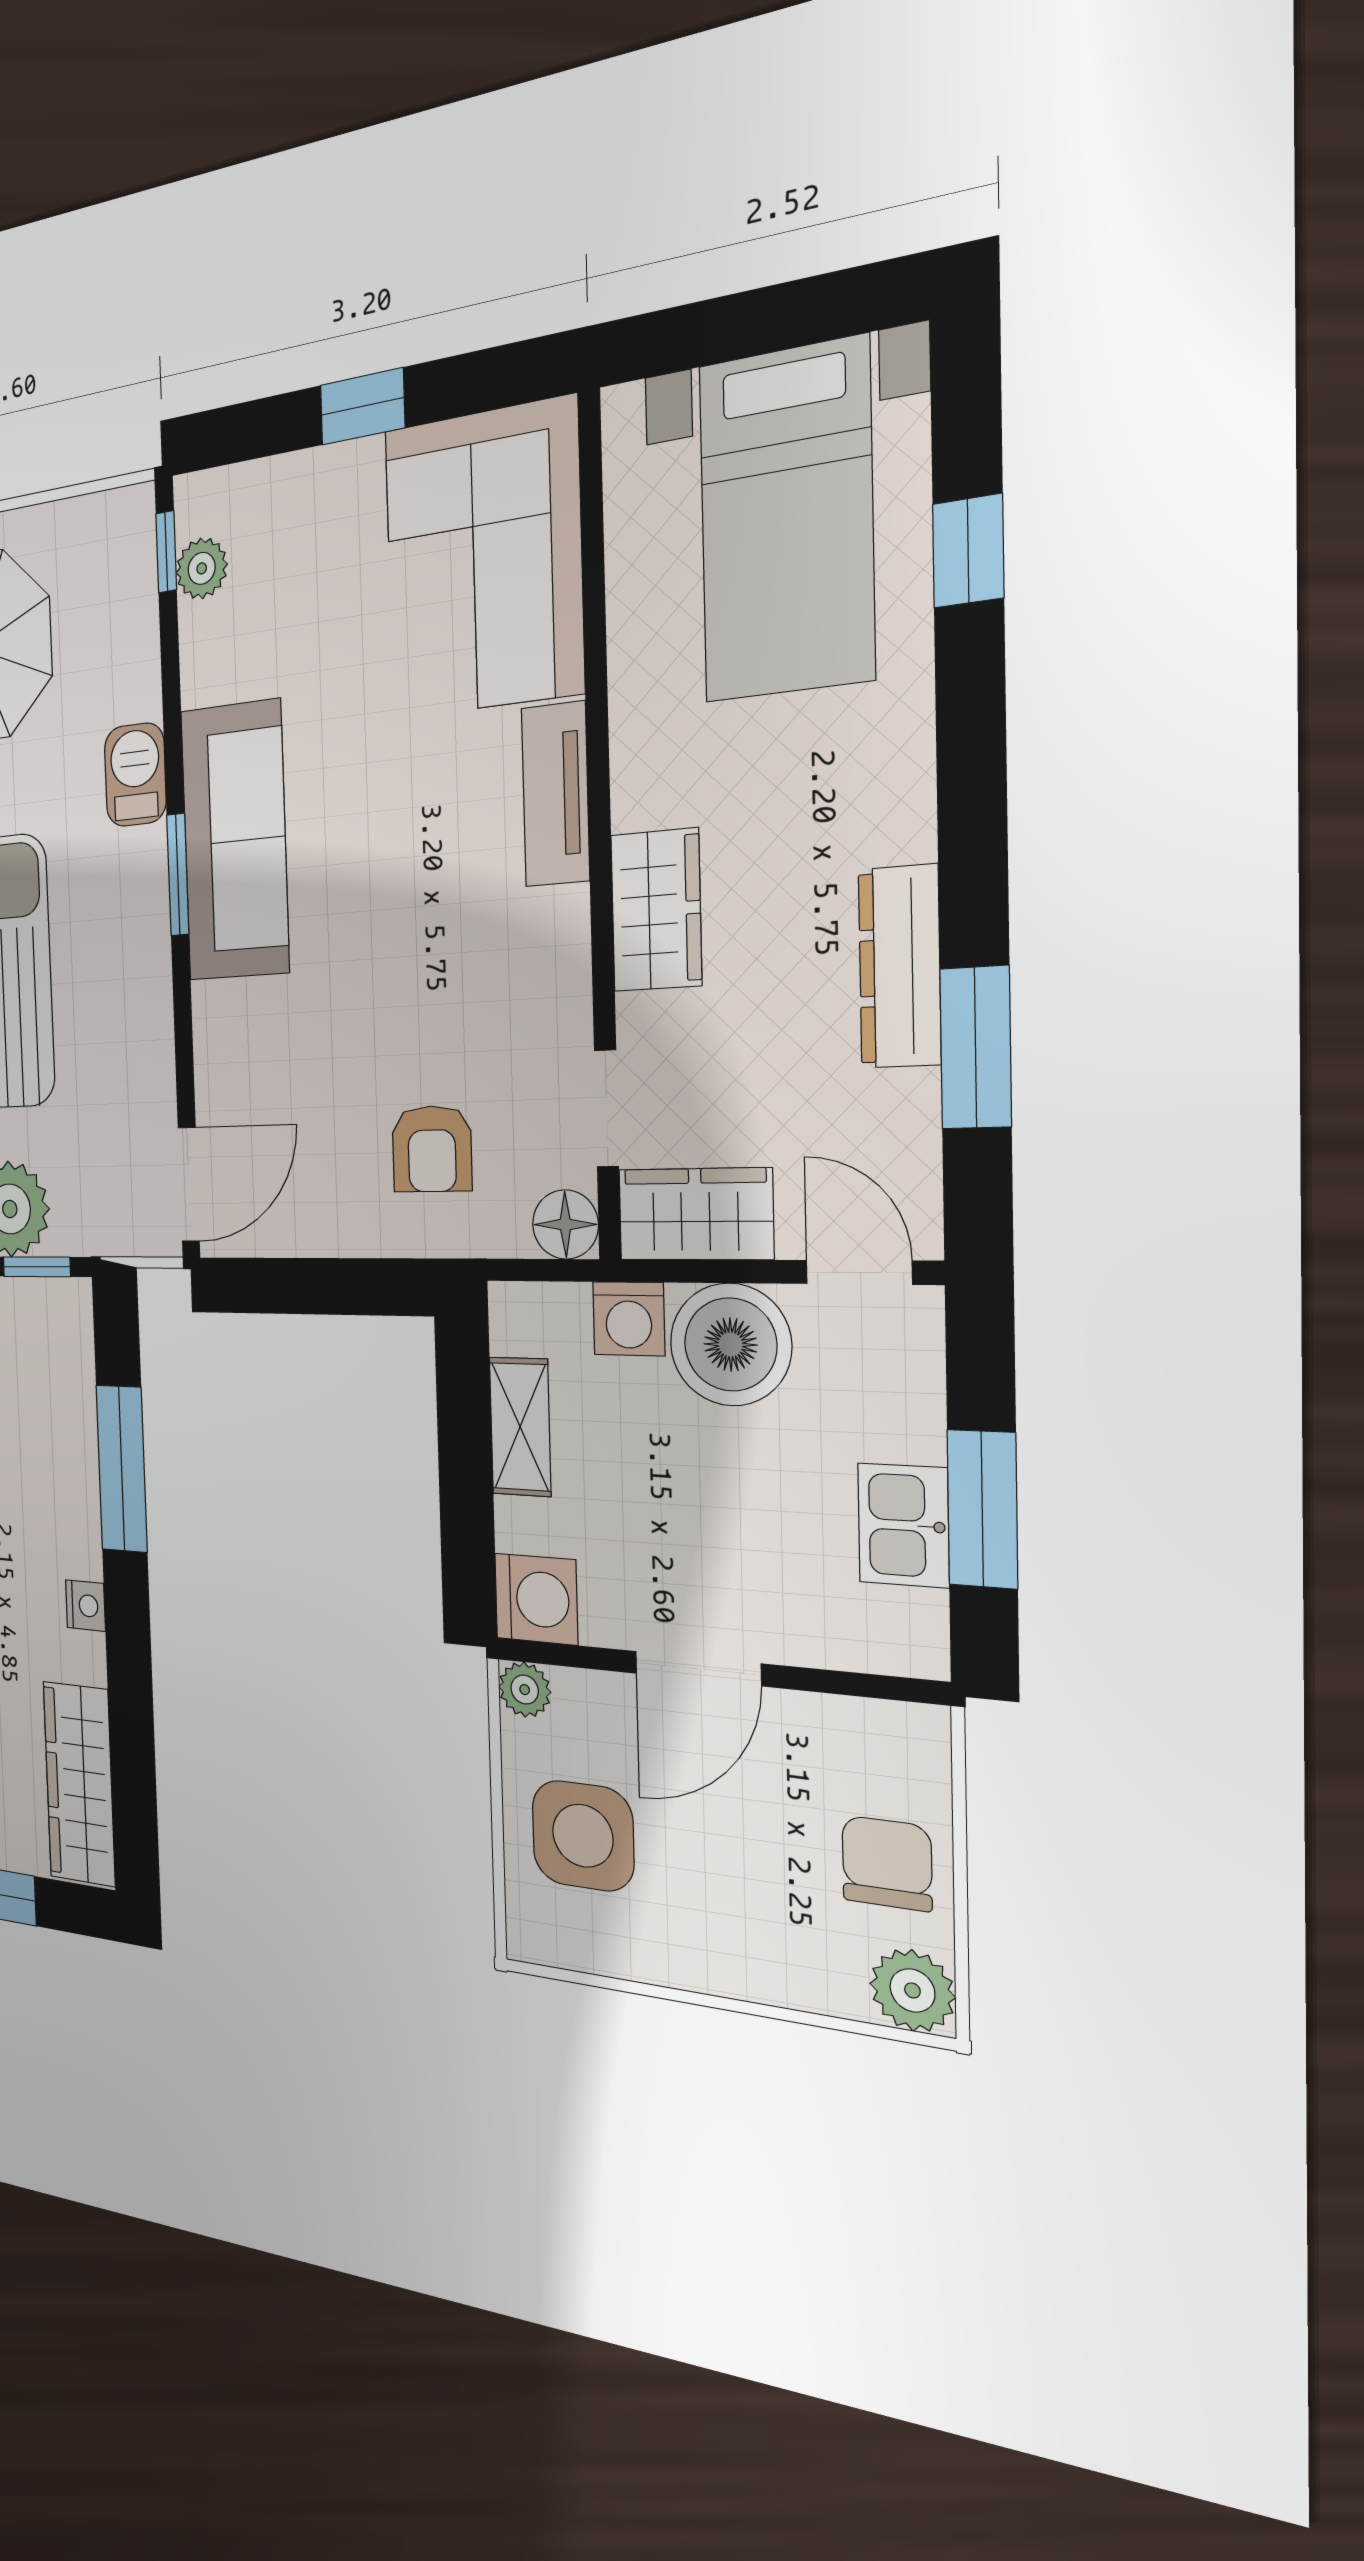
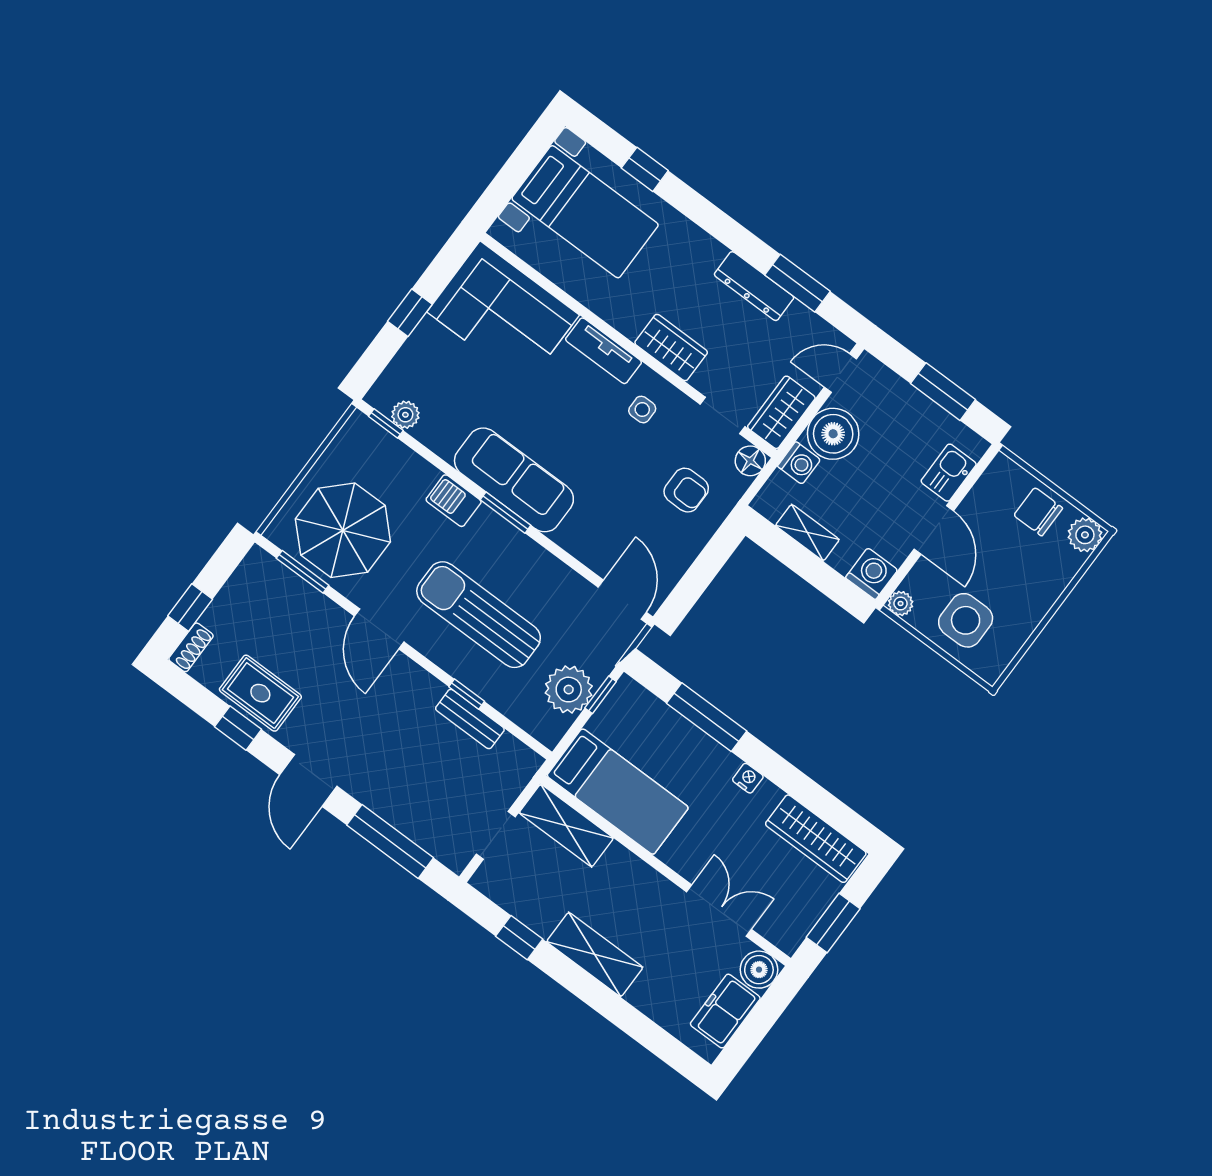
side table: (507, 954) -> (642, 410), added
kitchen sink: (903, 1525) -> (949, 473), moved, turned 90

